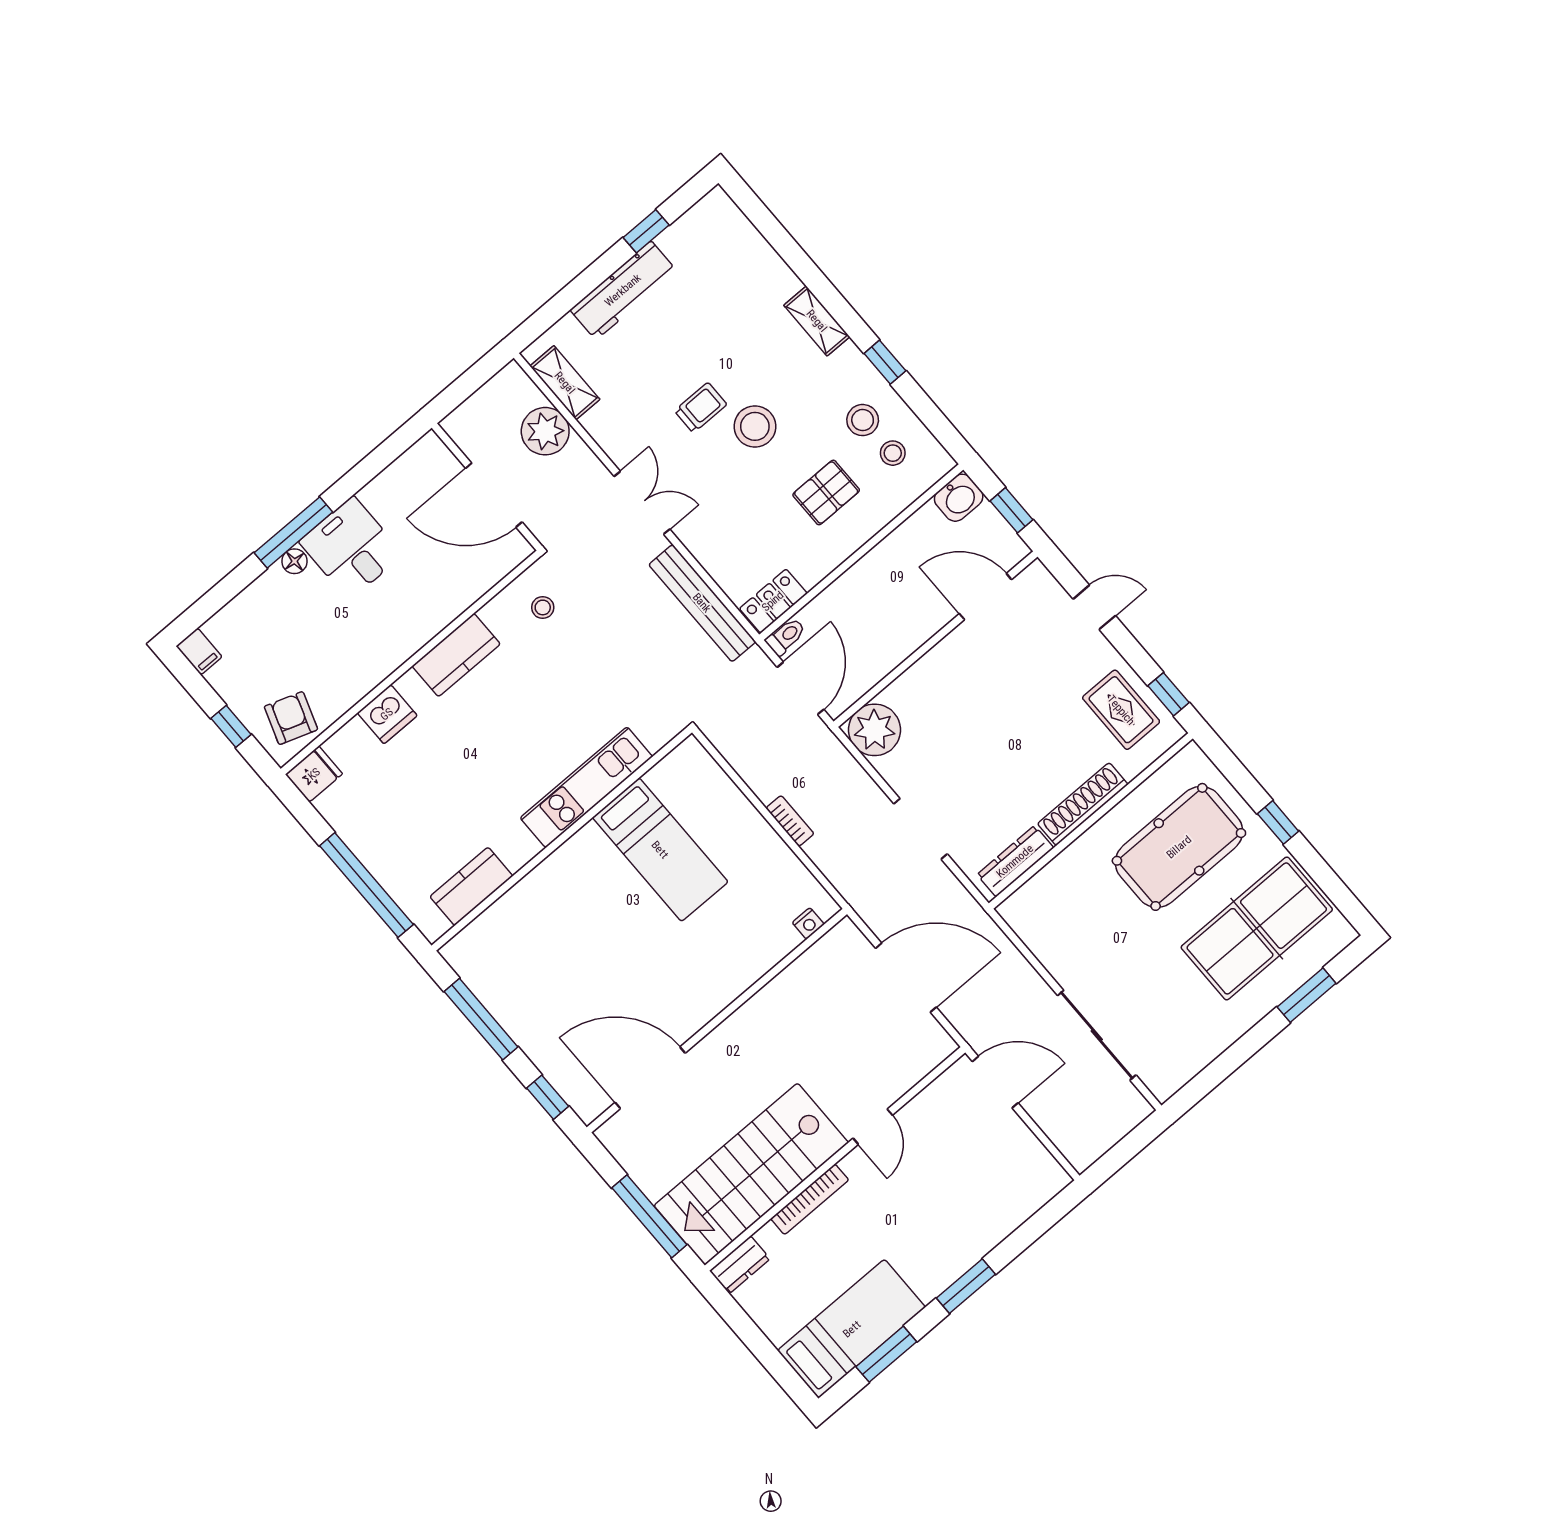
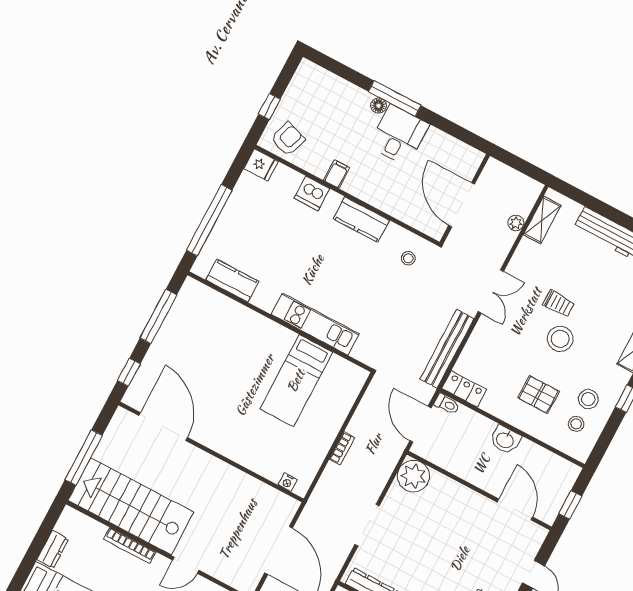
plant: (545, 431) -> (516, 223), width x0.53, depth x0.53
washbasin: (959, 498) -> (505, 440), moved
filing cabinet: (199, 651) -> (337, 174), moved, turned 180
door: (801, 688) -> (420, 424), swing flipped
dresser: (740, 1265) -> (53, 549), moved, turned -90

